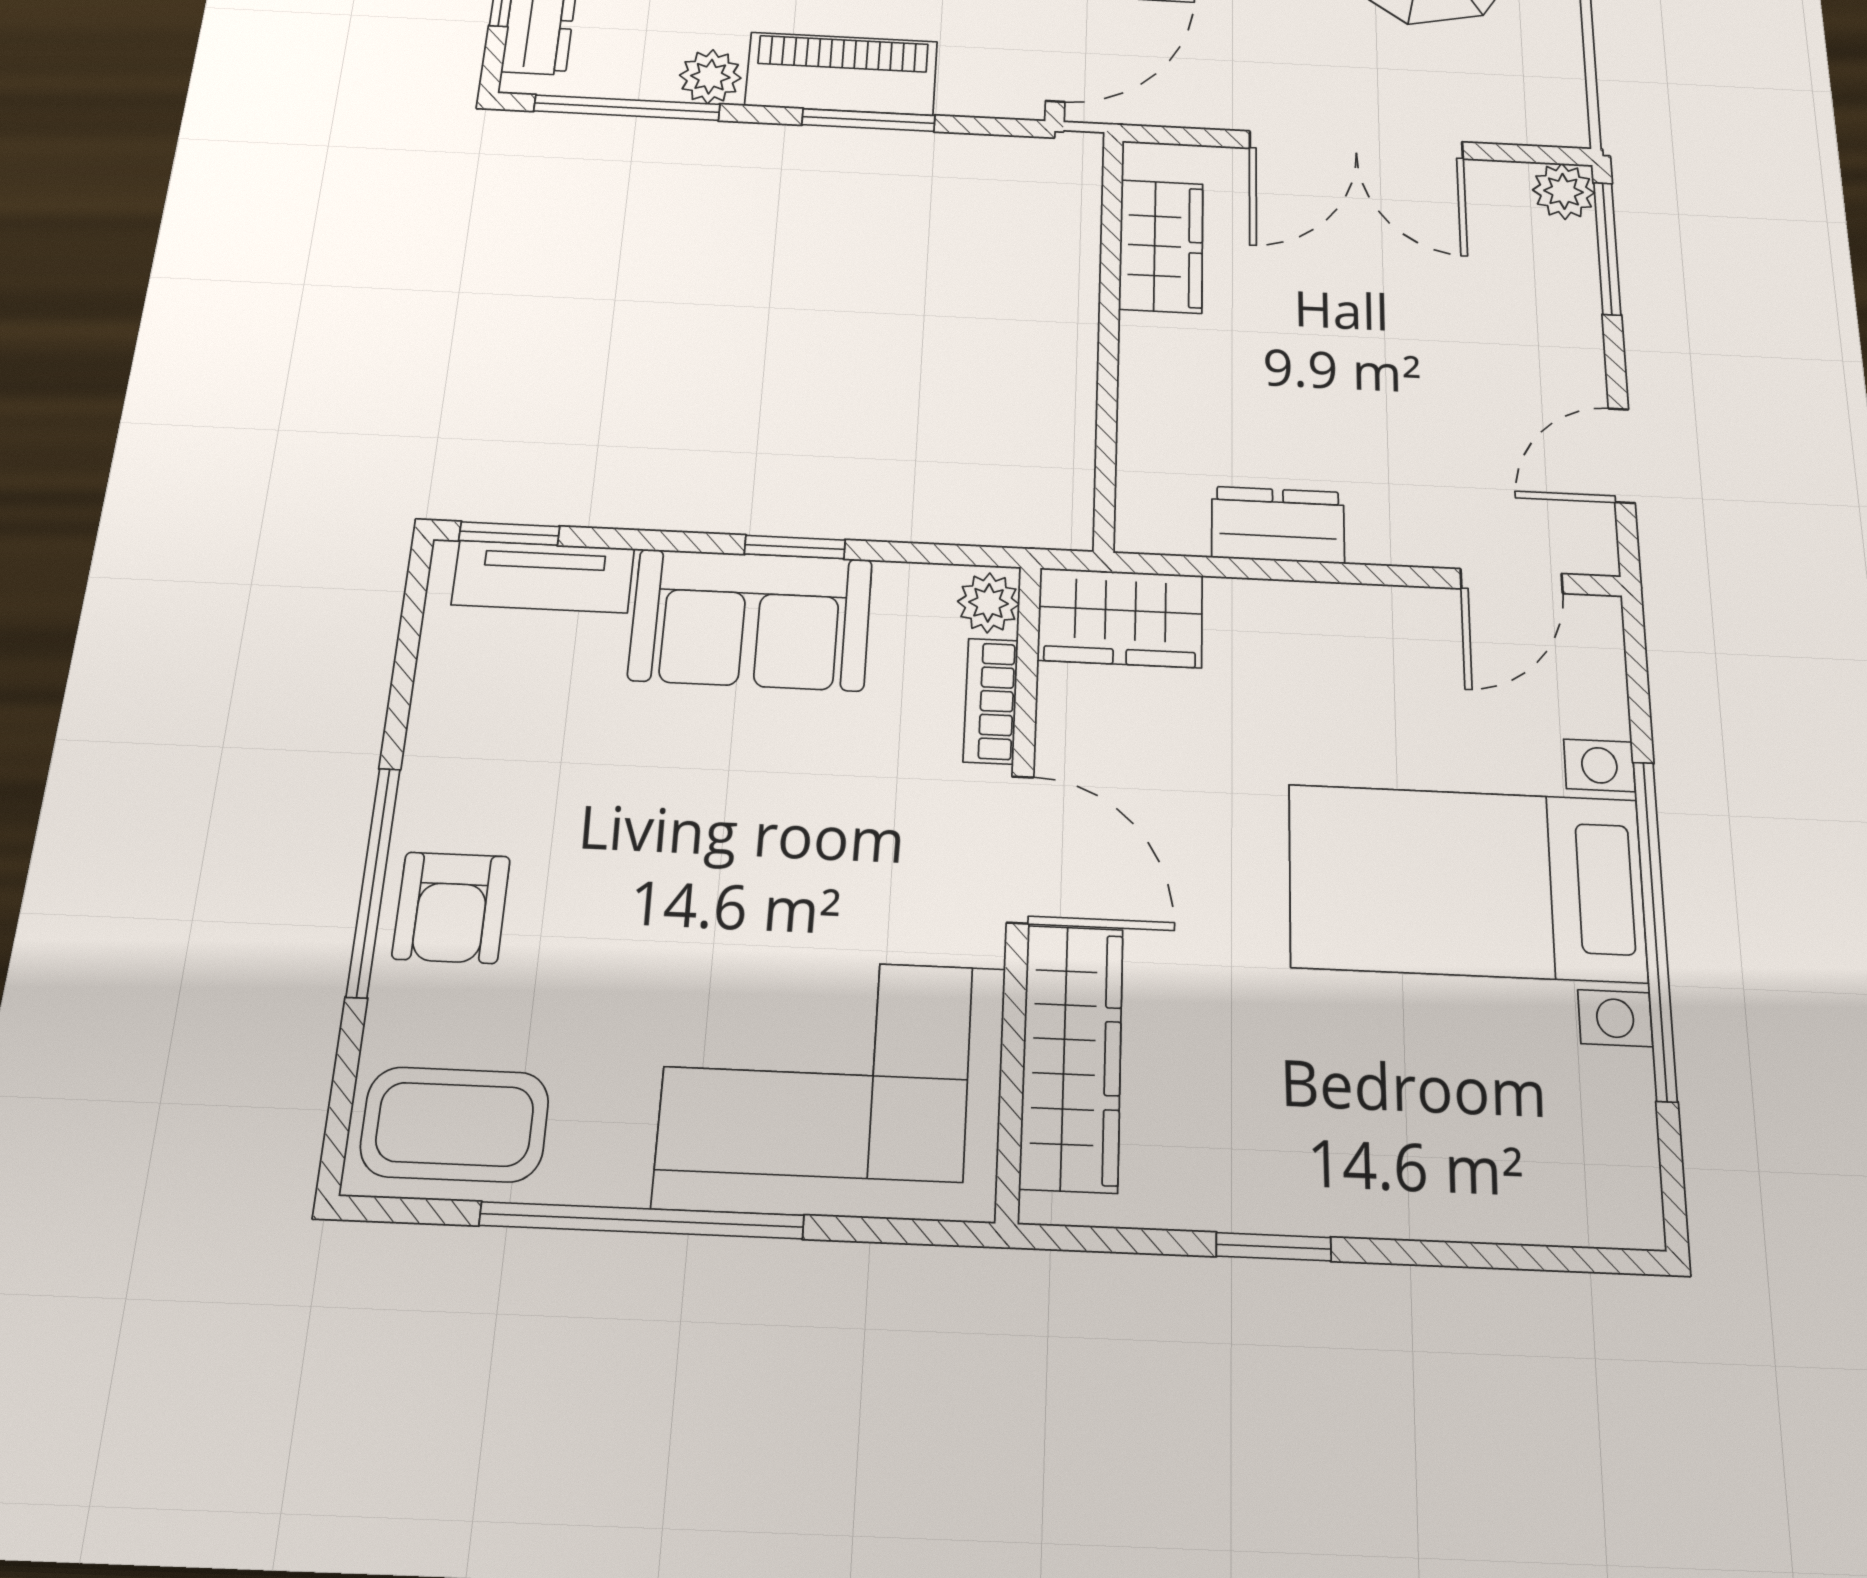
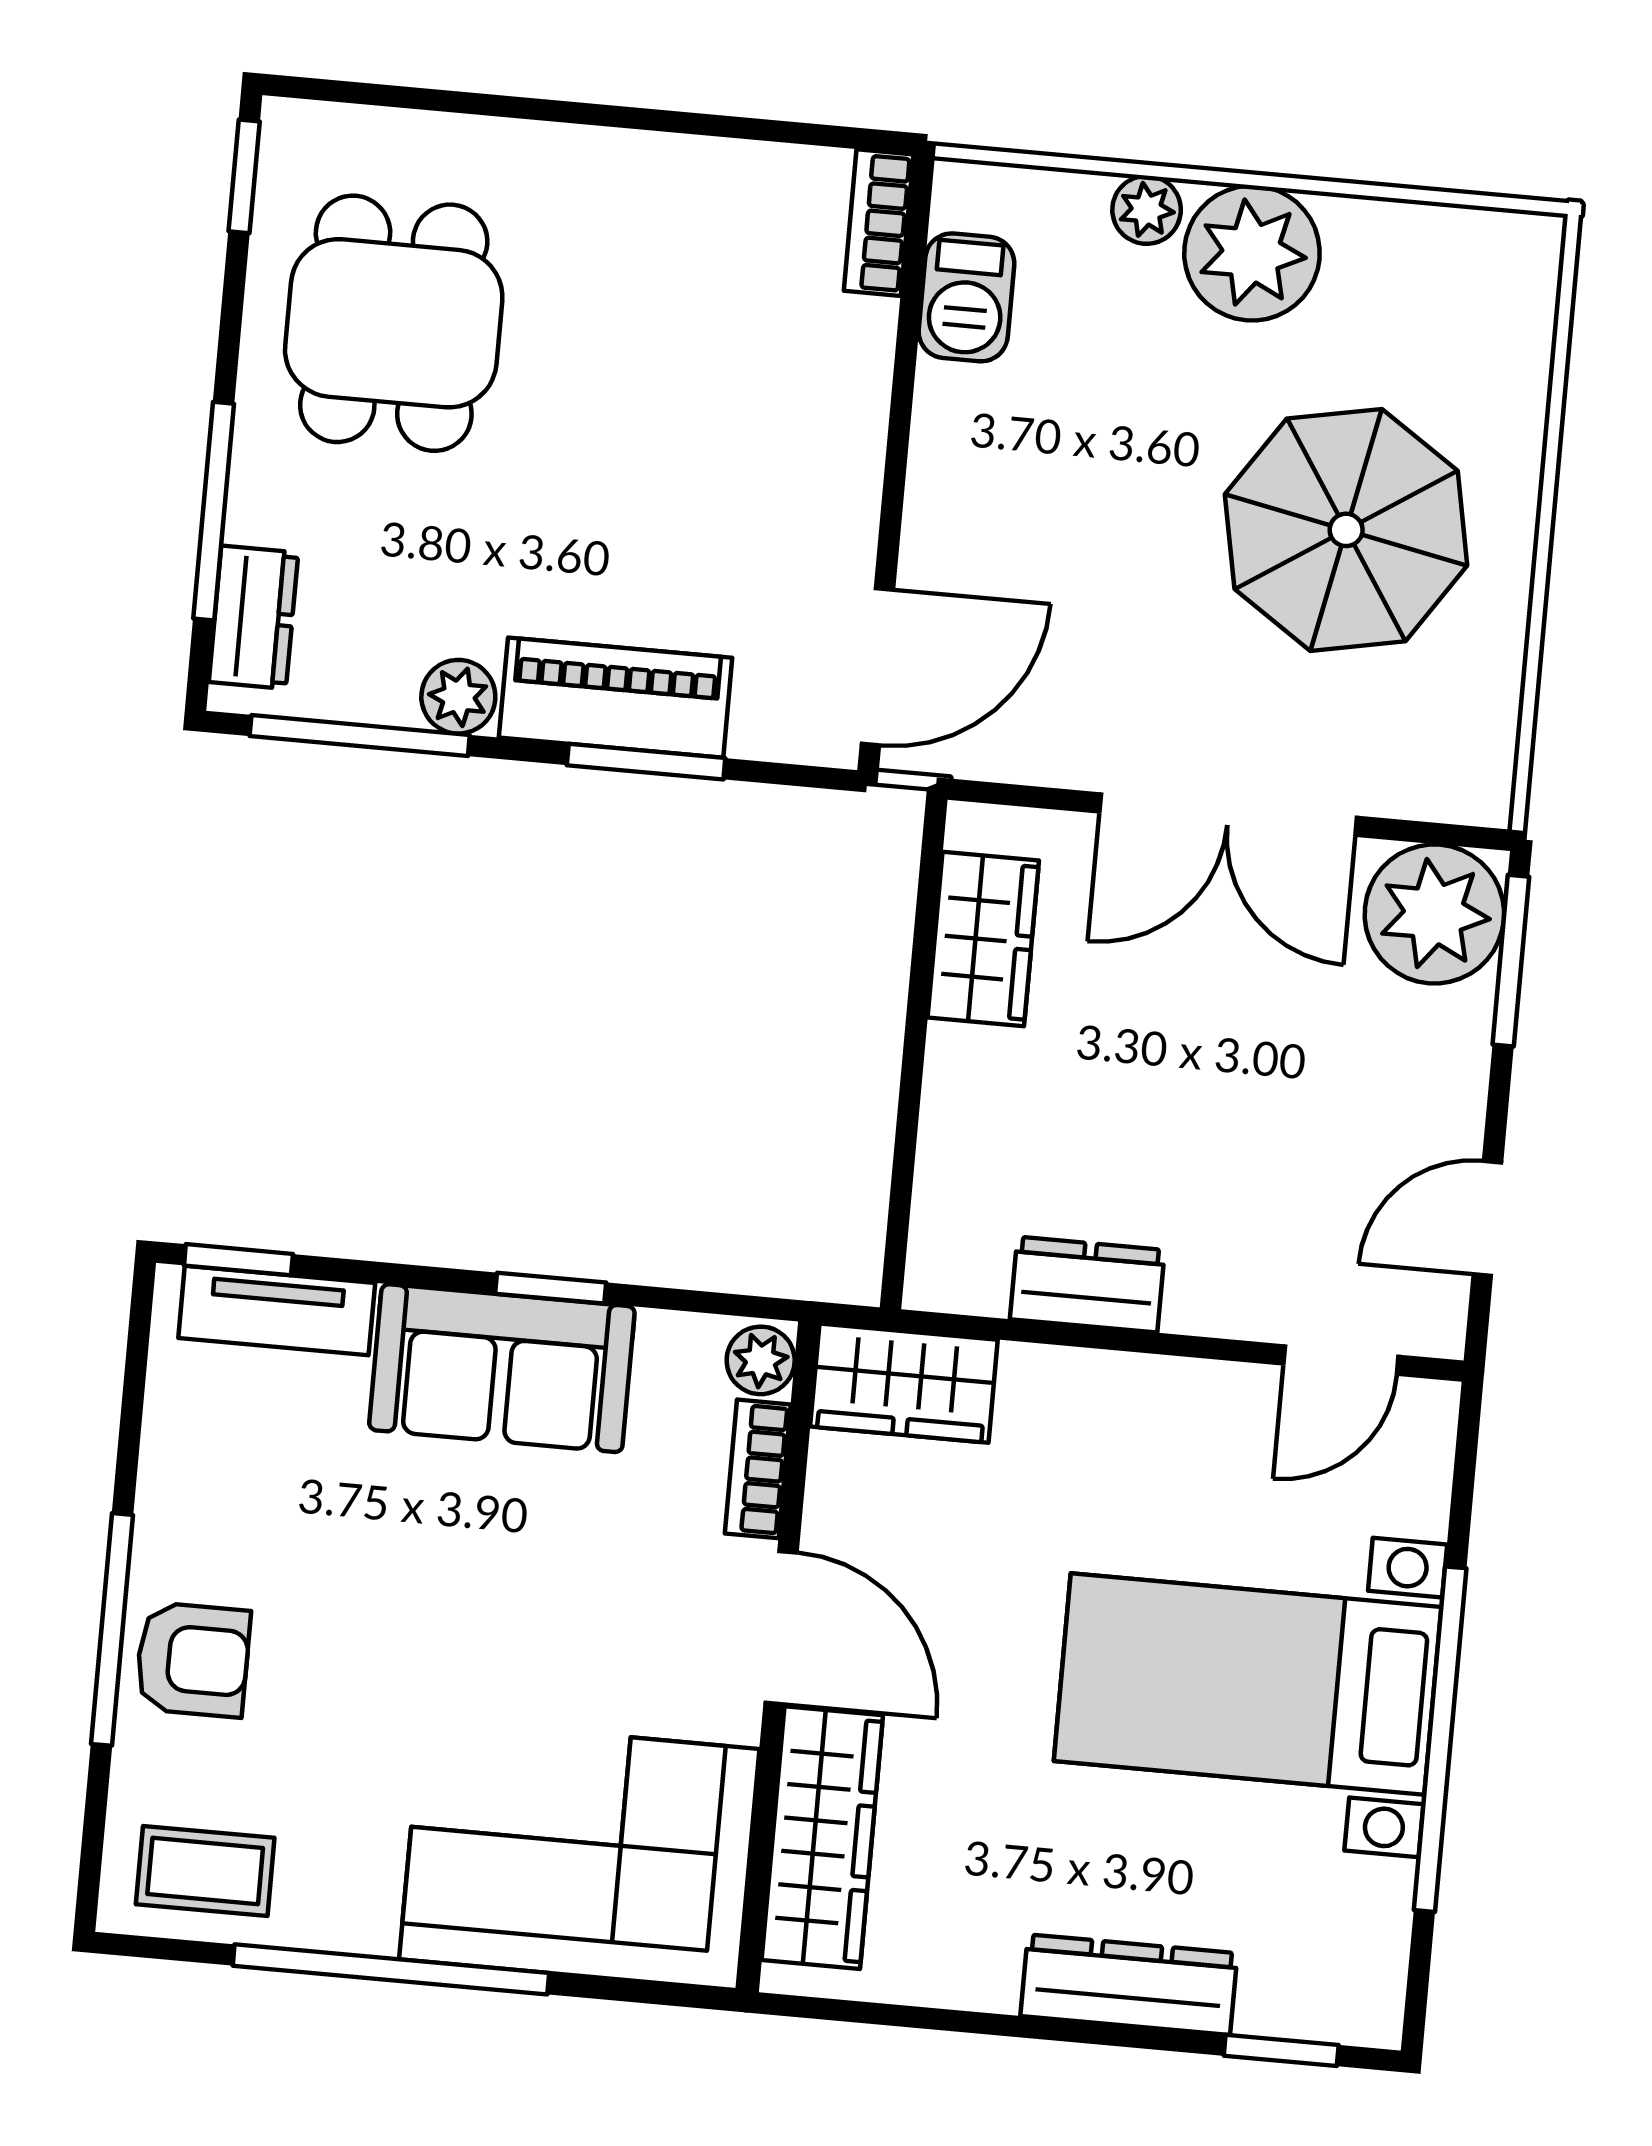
plant: (1563, 191) -> (1434, 914), width x1.88, depth x1.88
armchair: (451, 908) -> (193, 1660), turned -90
coffee table: (455, 1124) -> (205, 1871), width x0.73, depth x0.77
dresser: (1388, 1195) -> (1129, 1985), added
window: (1274, 1247) -> (1281, 2050), moved

